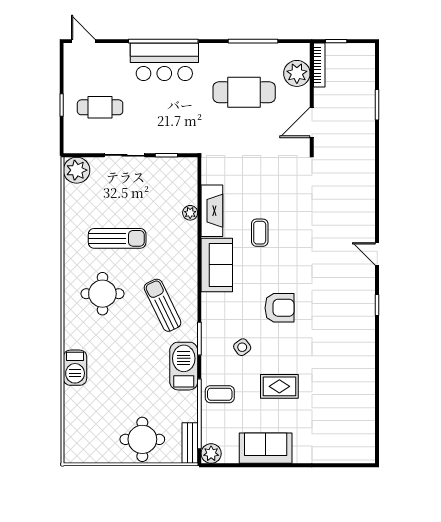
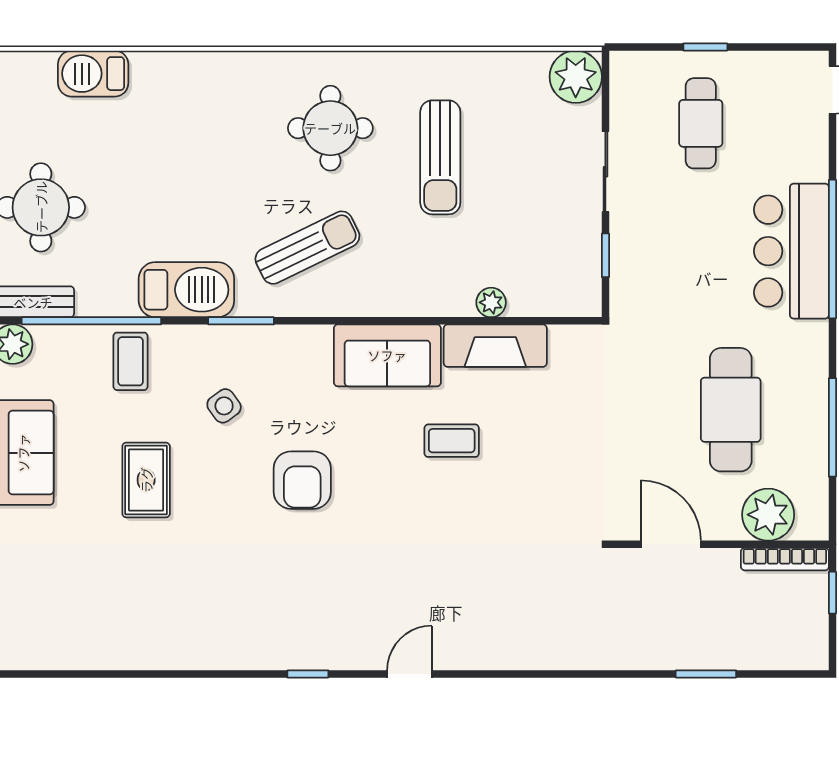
barbecue: (75, 368) -> (93, 74), moved

